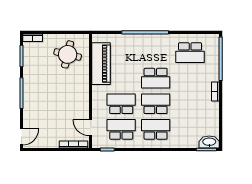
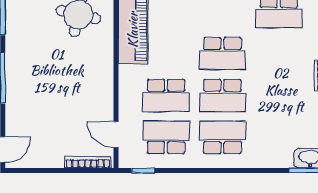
school desk: (121, 104) -> (166, 95), turned 180
school desk: (156, 104) -> (222, 95), turned 180

